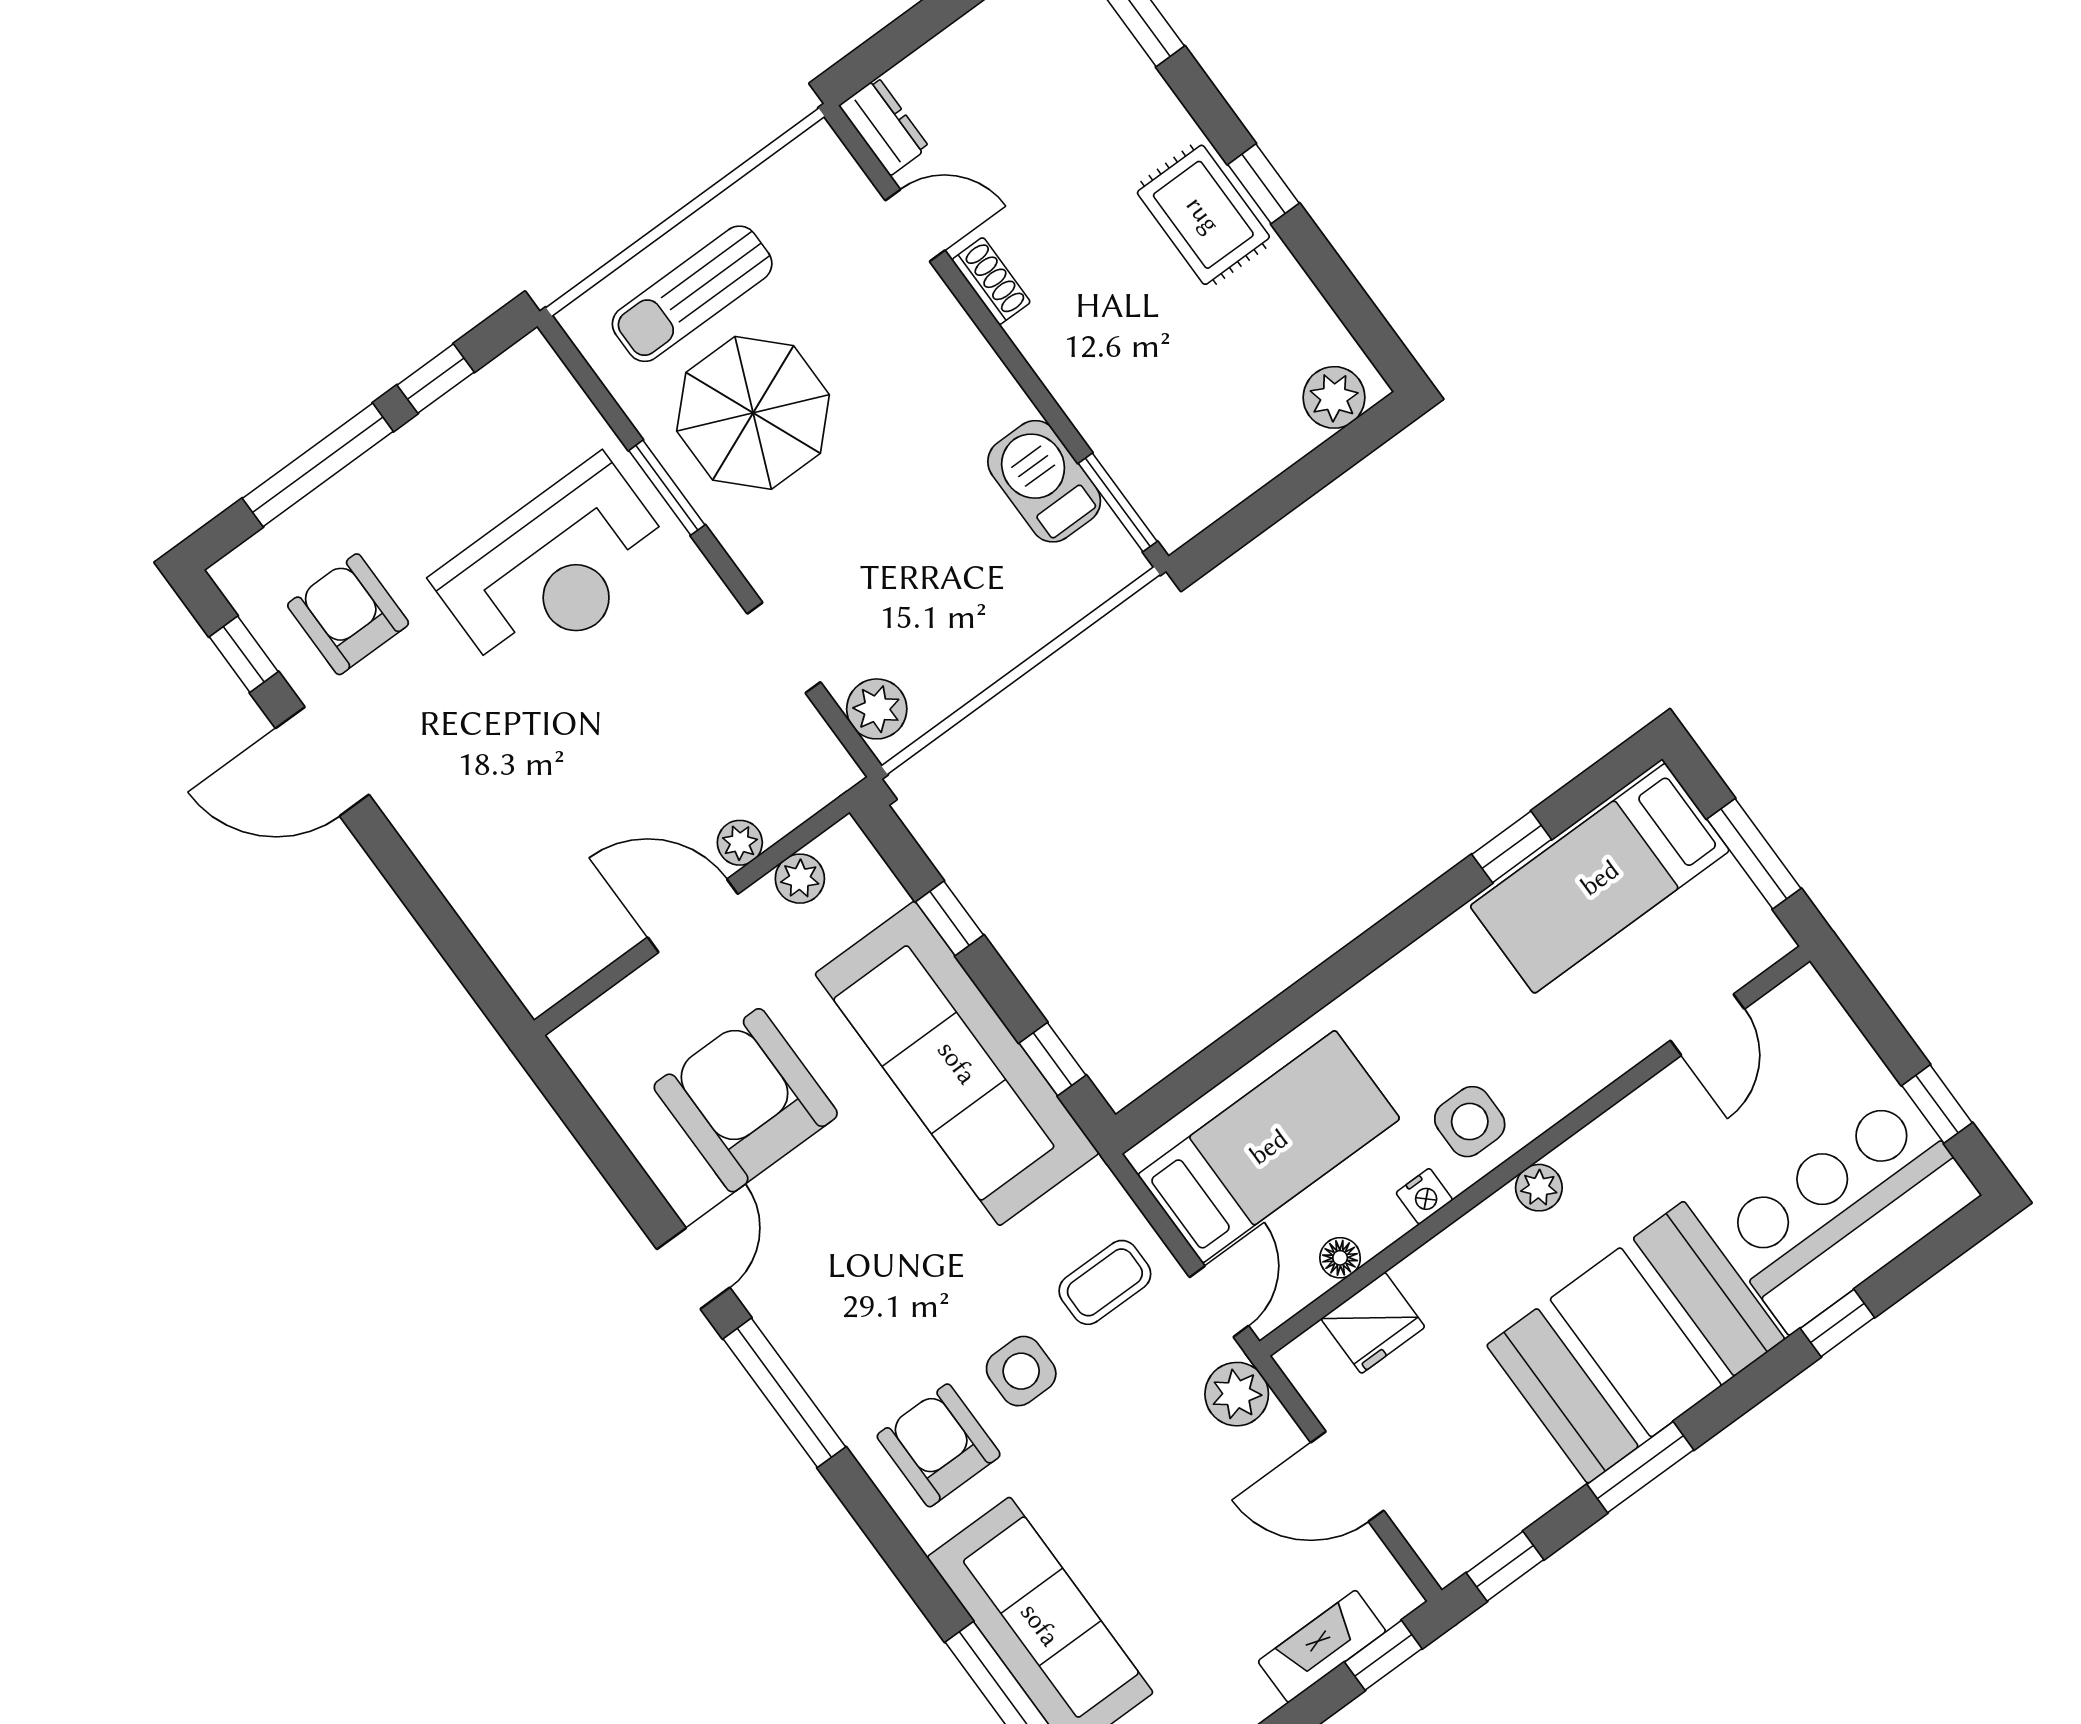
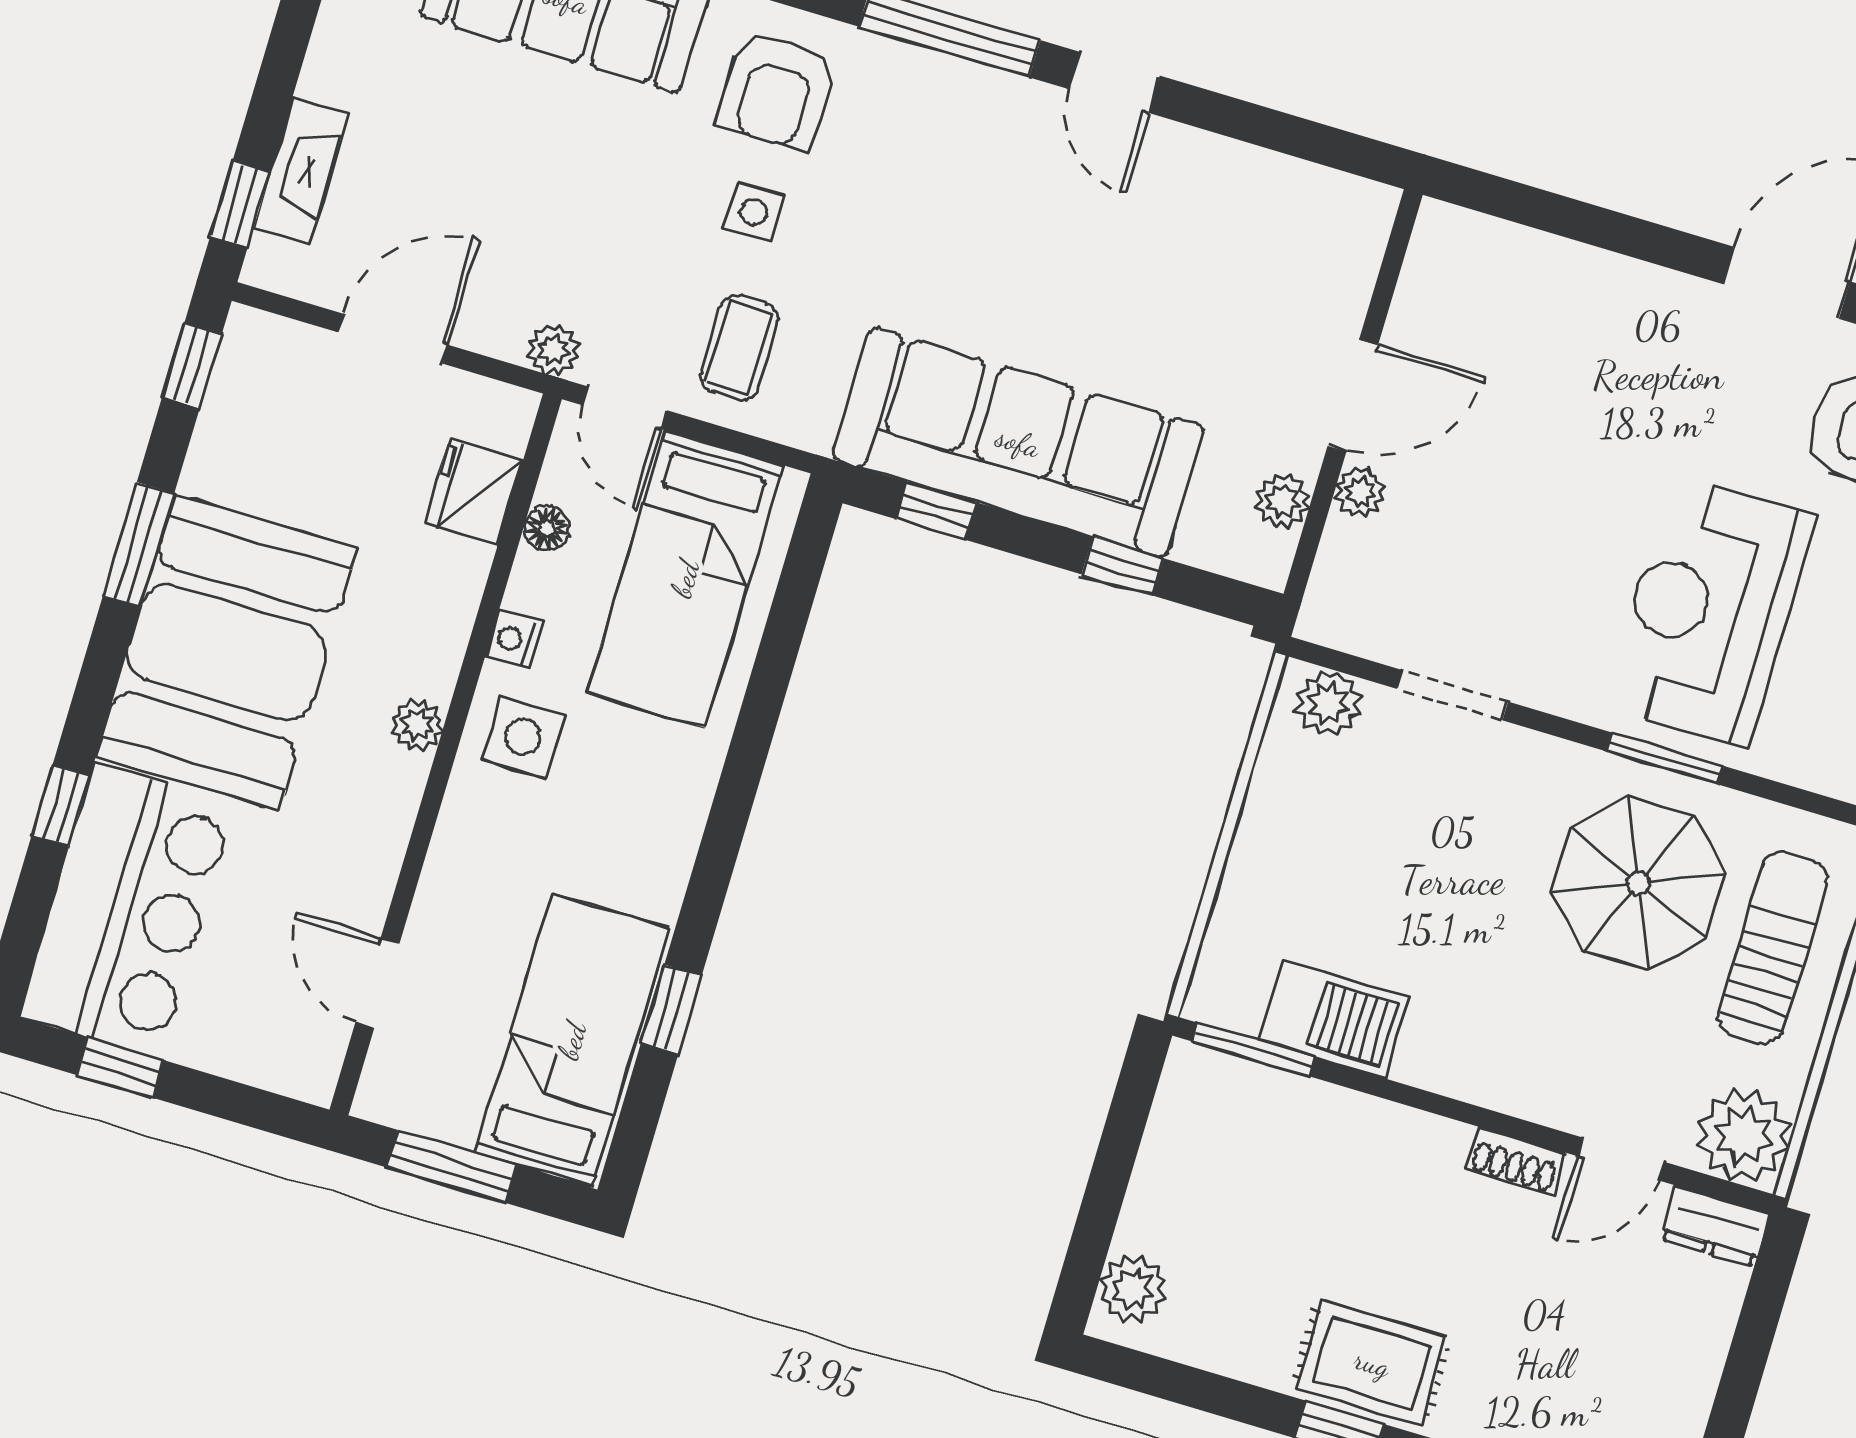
plant: (815, 175) -> (1744, 1136), added
armchair: (746, 1100) -> (1181, 267), removed
side table: (1021, 1371) -> (754, 212), width x0.73, depth x0.73
plant: (1237, 1394) -> (553, 349), width x0.73, depth x0.73
armchair: (939, 1445) -> (777, 91), turned 90

